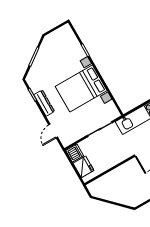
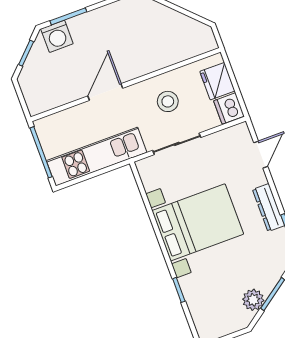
plant: (44, 52) -> (253, 300), added
stool: (108, 151) -> (168, 101), added

